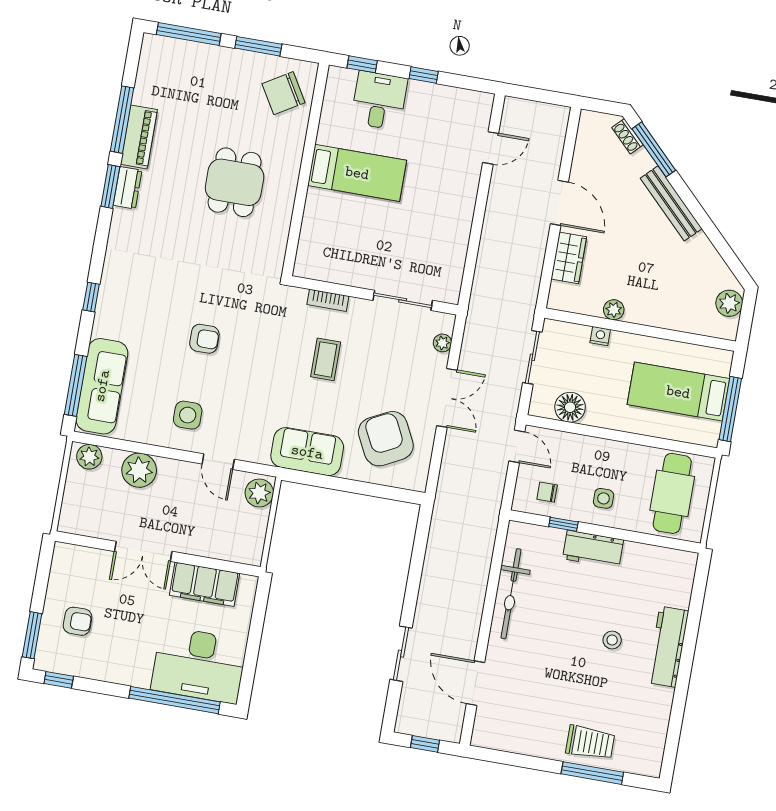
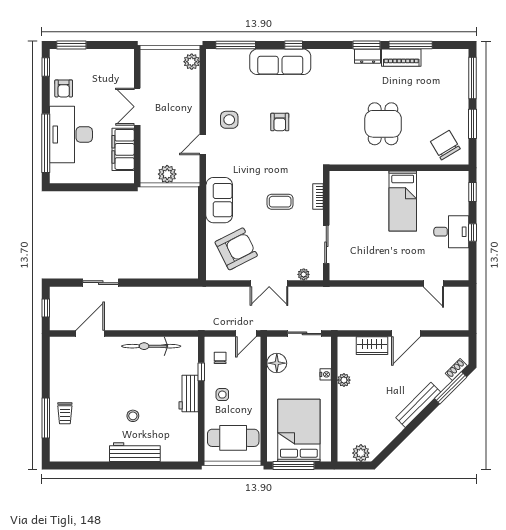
desk: (379, 101) -> (451, 232), moved
dining table: (235, 182) -> (383, 124), turned 90
sofa: (102, 386) -> (280, 62), moved
bed: (678, 392) -> (299, 430), width x1.50
plant: (139, 470) -> (189, 95), removed
plant: (259, 493) -> (167, 174), moved
armchair: (78, 621) -> (64, 88), moved
desk: (199, 665) -> (71, 134), moved
trolley: (590, 743) -> (65, 413), width x0.73, depth x0.72

